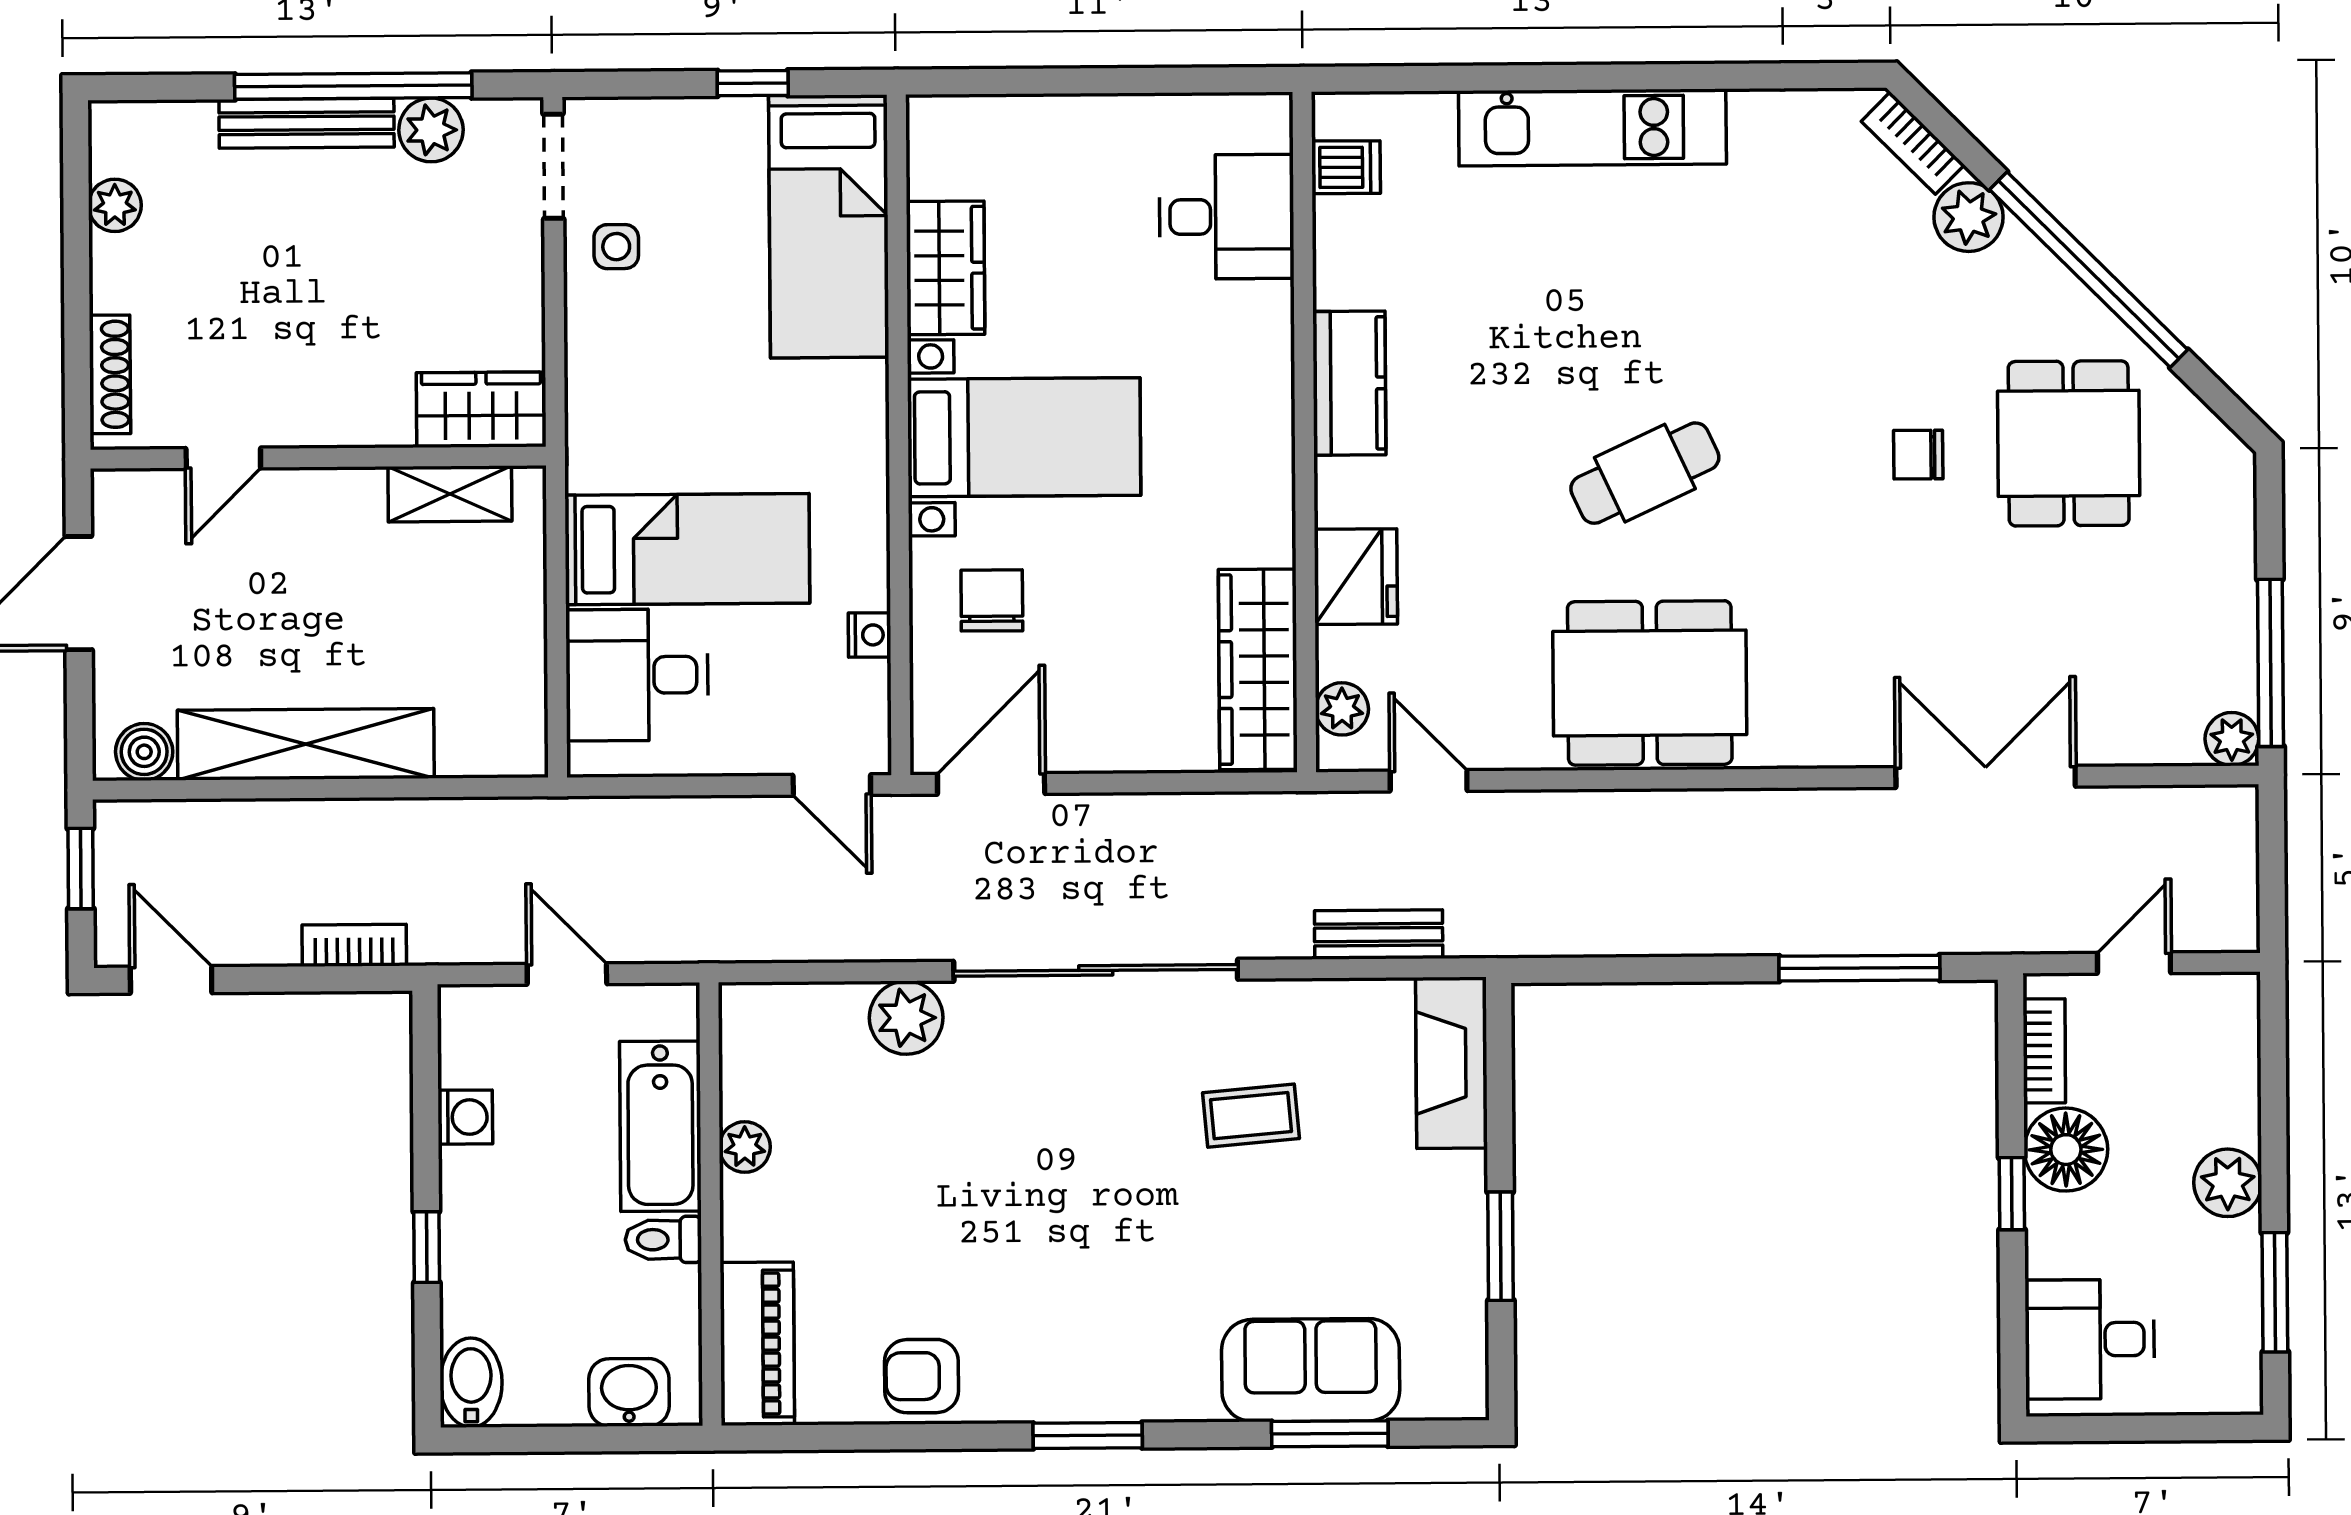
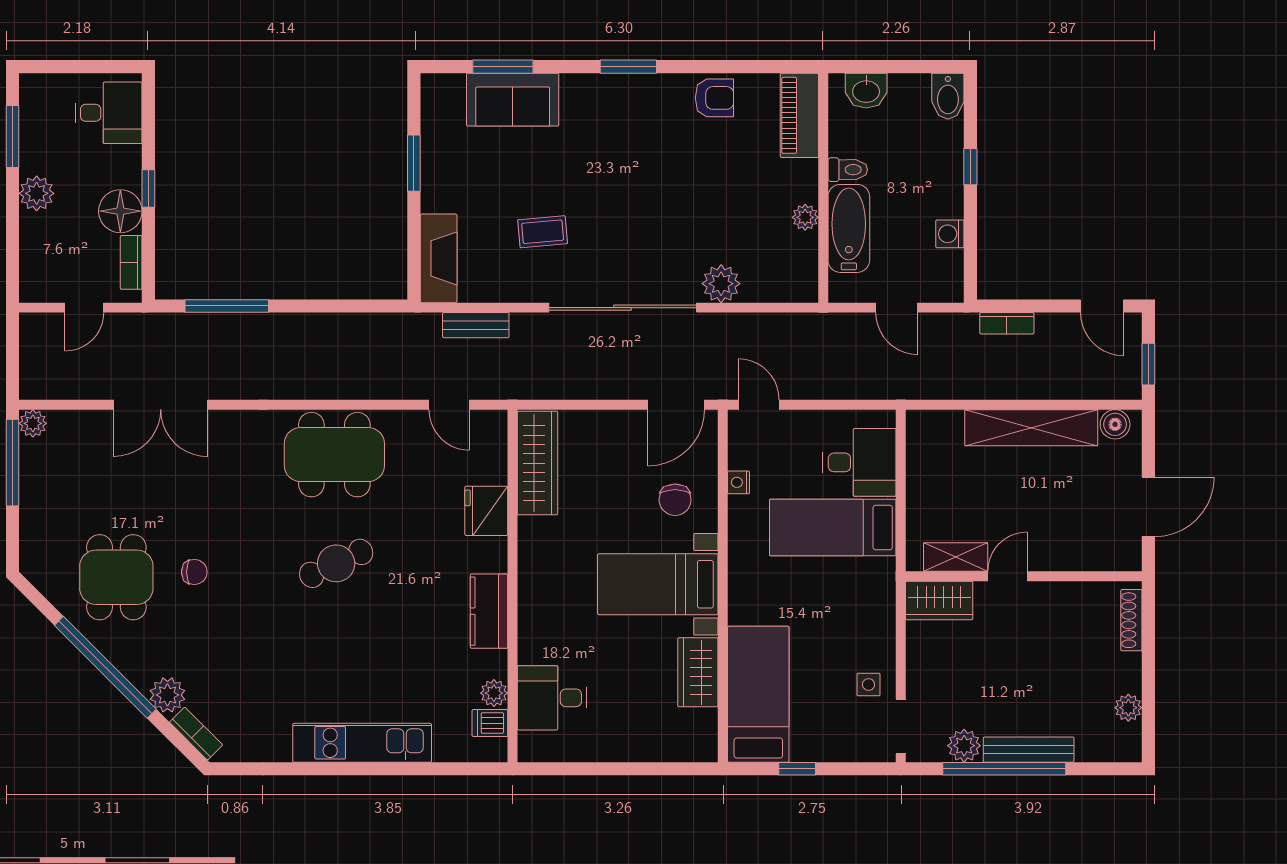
door: (223, 458) -> (1008, 576), moved
plant: (1342, 709) -> (494, 693), moved

